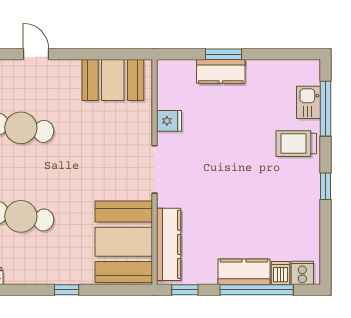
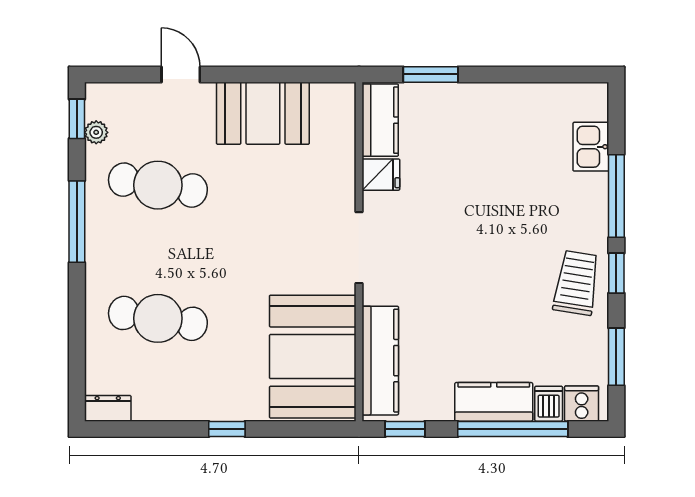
window: (223, 54) -> (431, 74), moved
kitchen counter: (221, 71) -> (380, 120), moved, turned -90
booth: (113, 80) -> (263, 113), moved
window: (325, 109) -> (616, 196), moved
trolley: (296, 144) -> (576, 283), moved, turned 99
window: (325, 242) -> (616, 357), added

